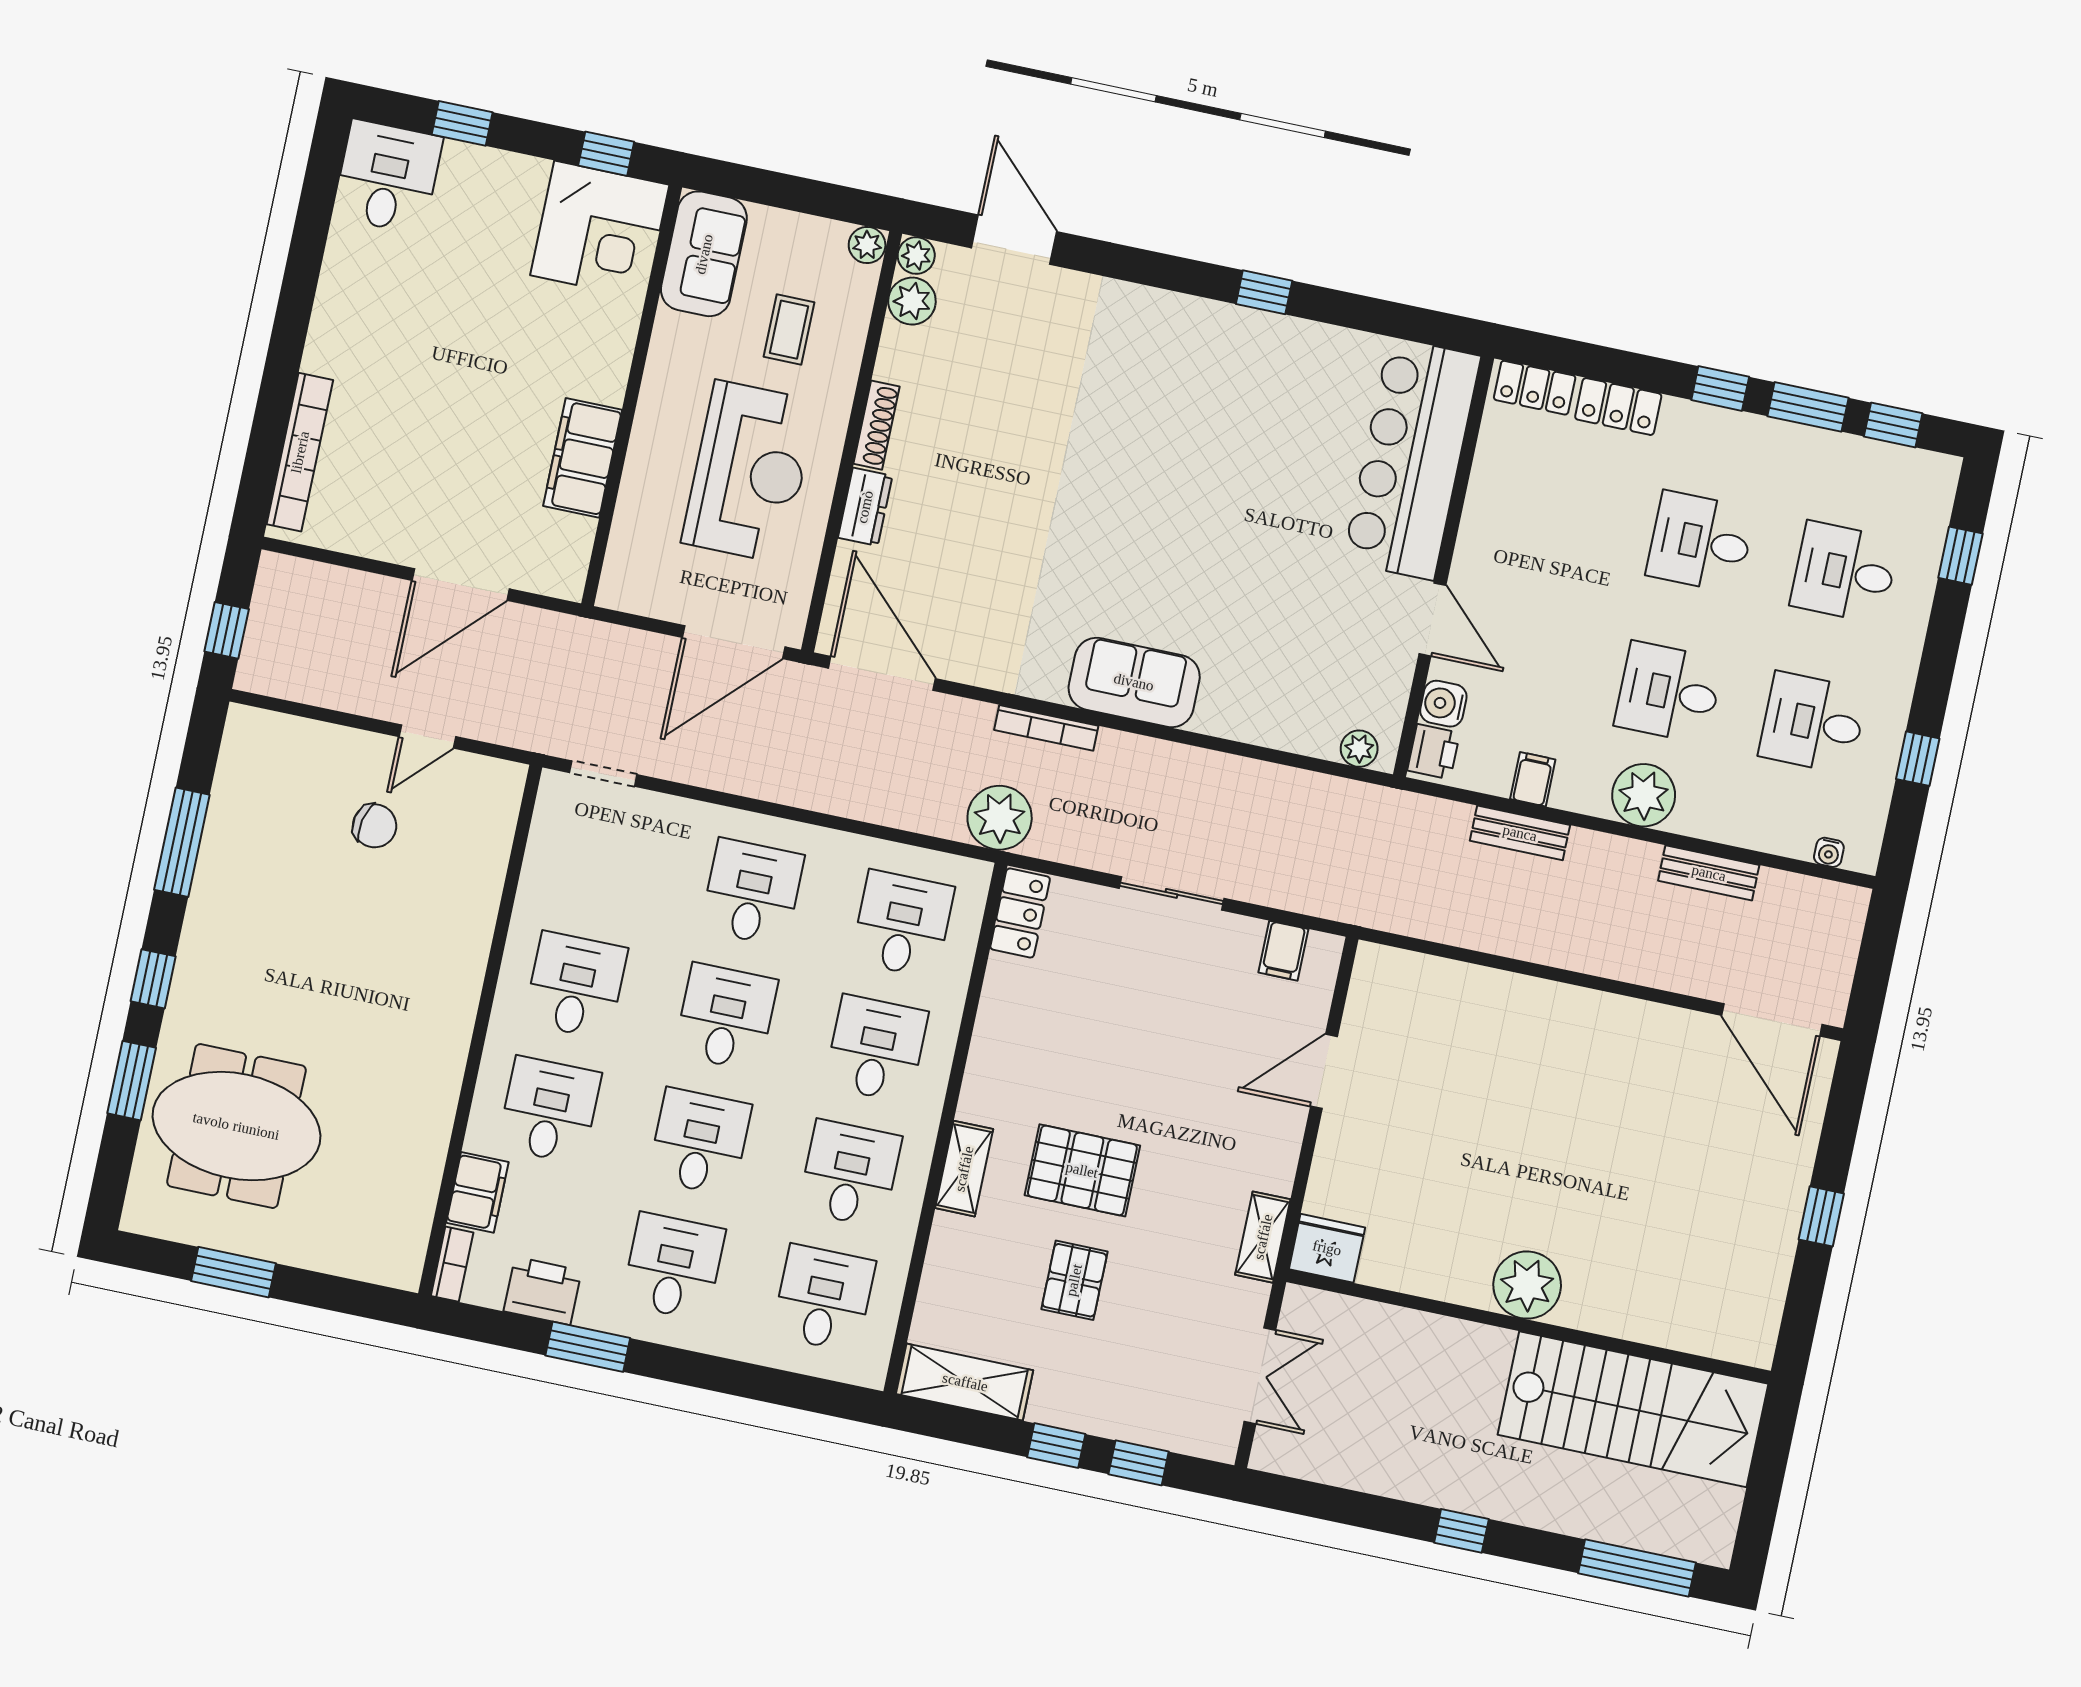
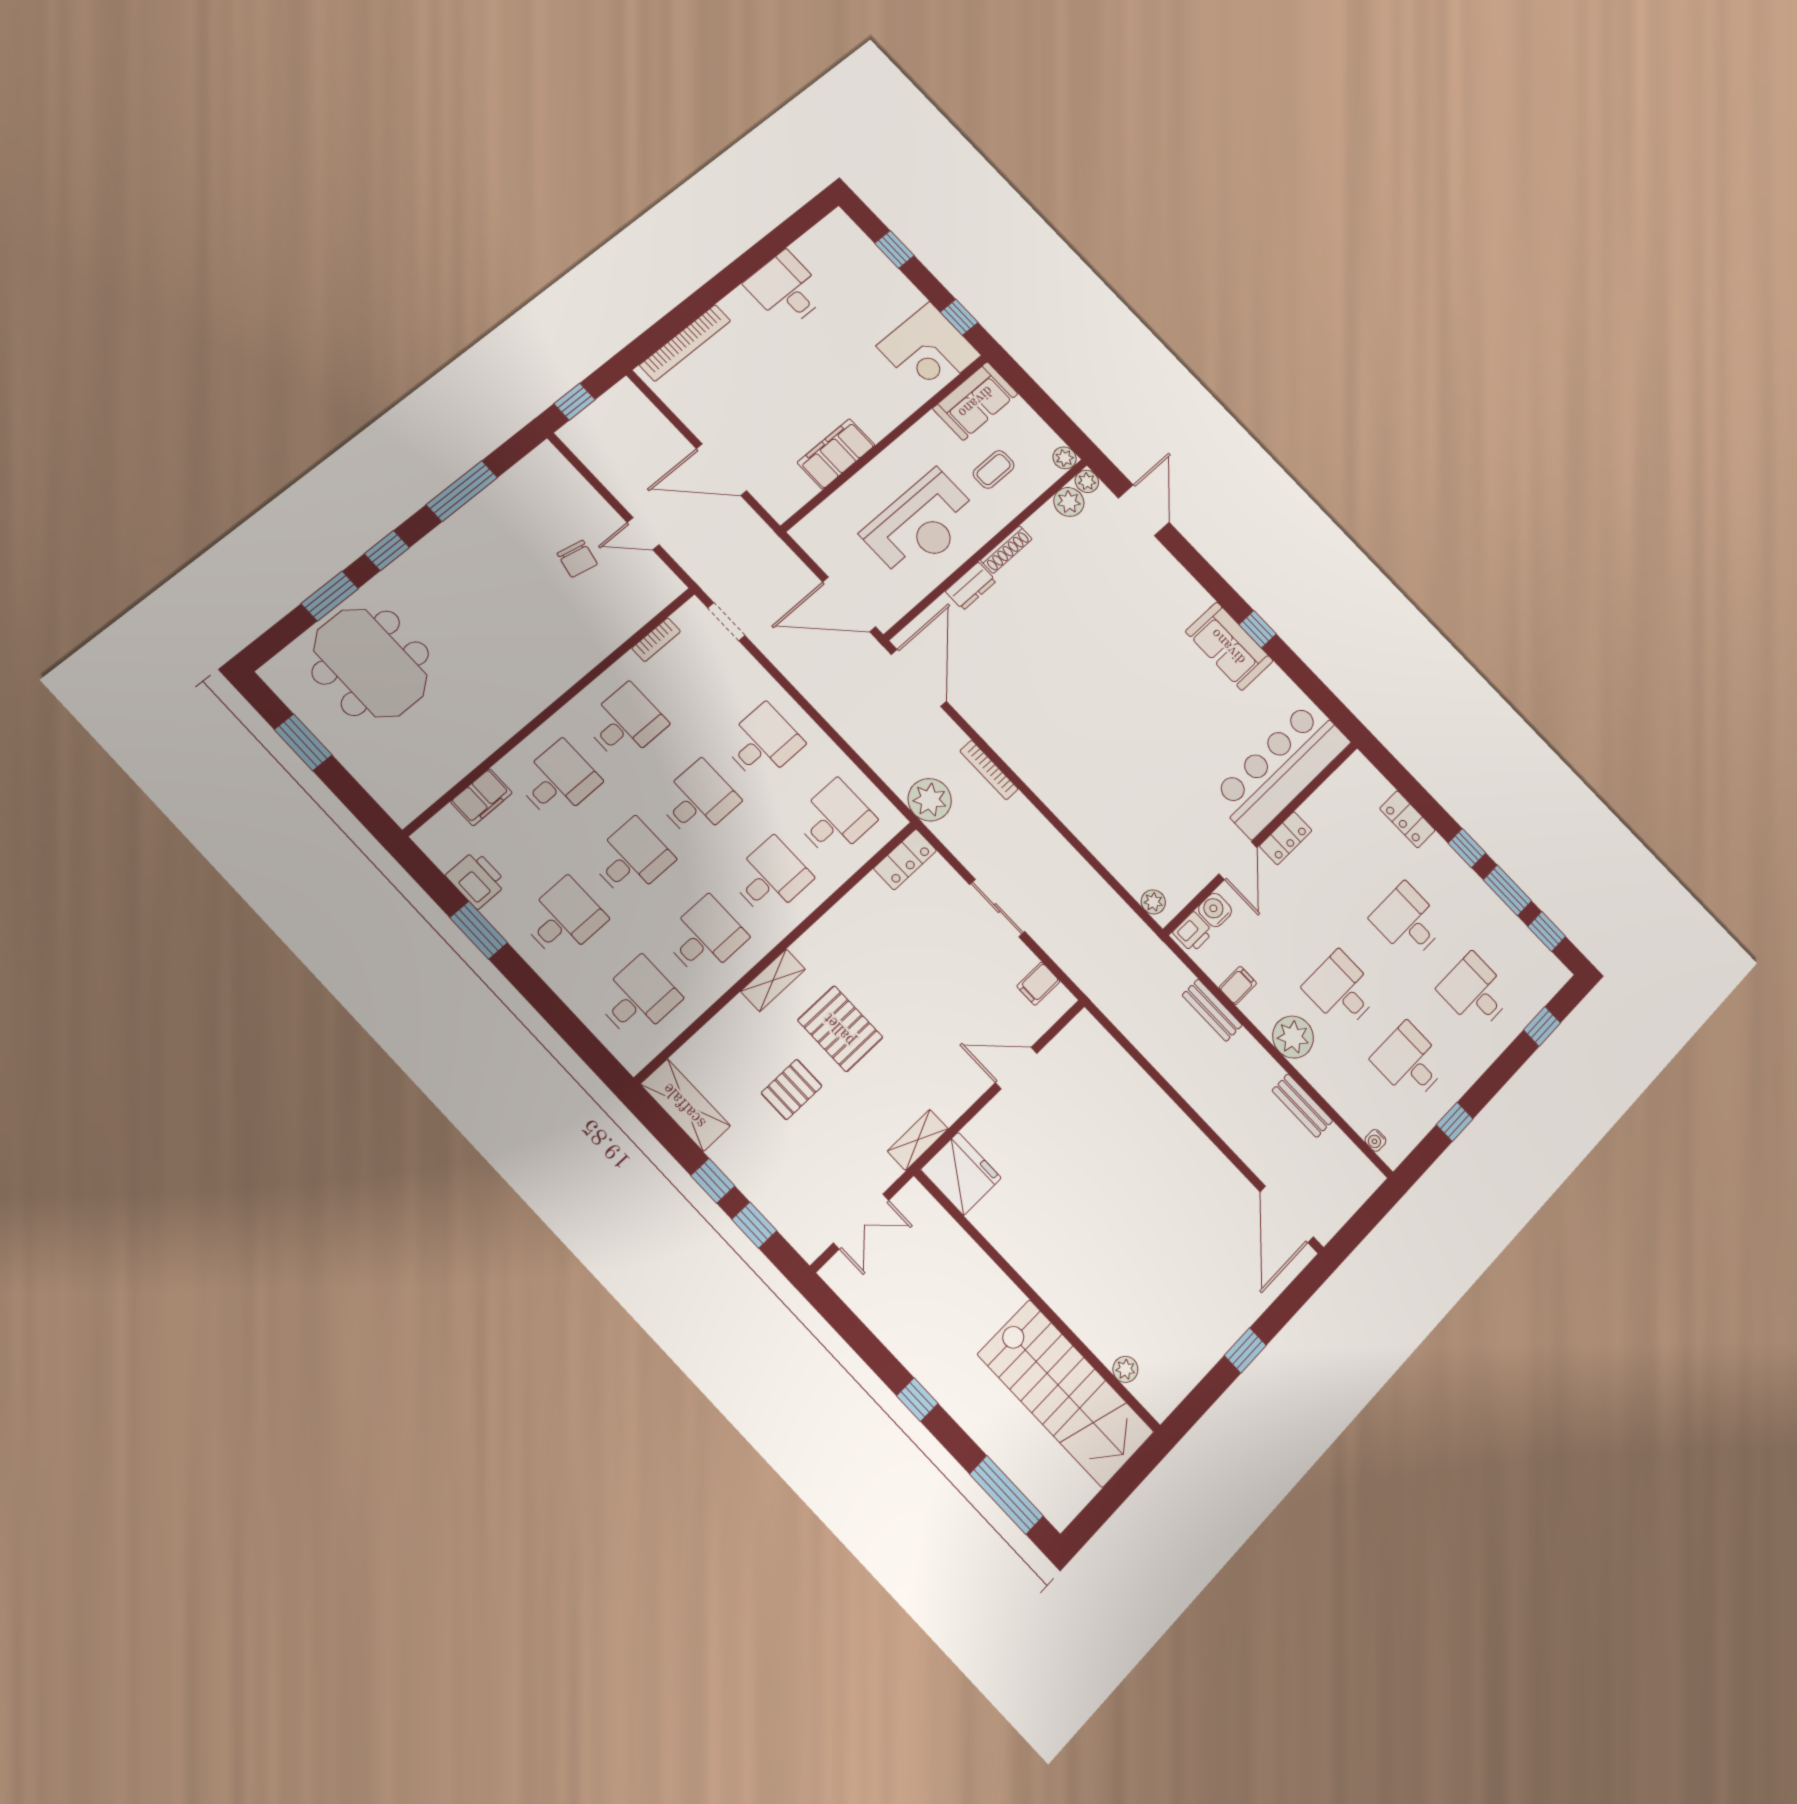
desk: (388, 177) -> (786, 289), moved, turned -90
locker: (1535, 388) -> (1286, 838), moved, turned -90
sofa: (1134, 682) -> (1229, 646), moved, turned 180
fridge: (1327, 1248) -> (961, 1174), width x1.36, depth x1.34
bookcase: (452, 1264) -> (656, 640), moved
plant: (1527, 1285) -> (1125, 1369), moved, width x0.53, depth x0.53

